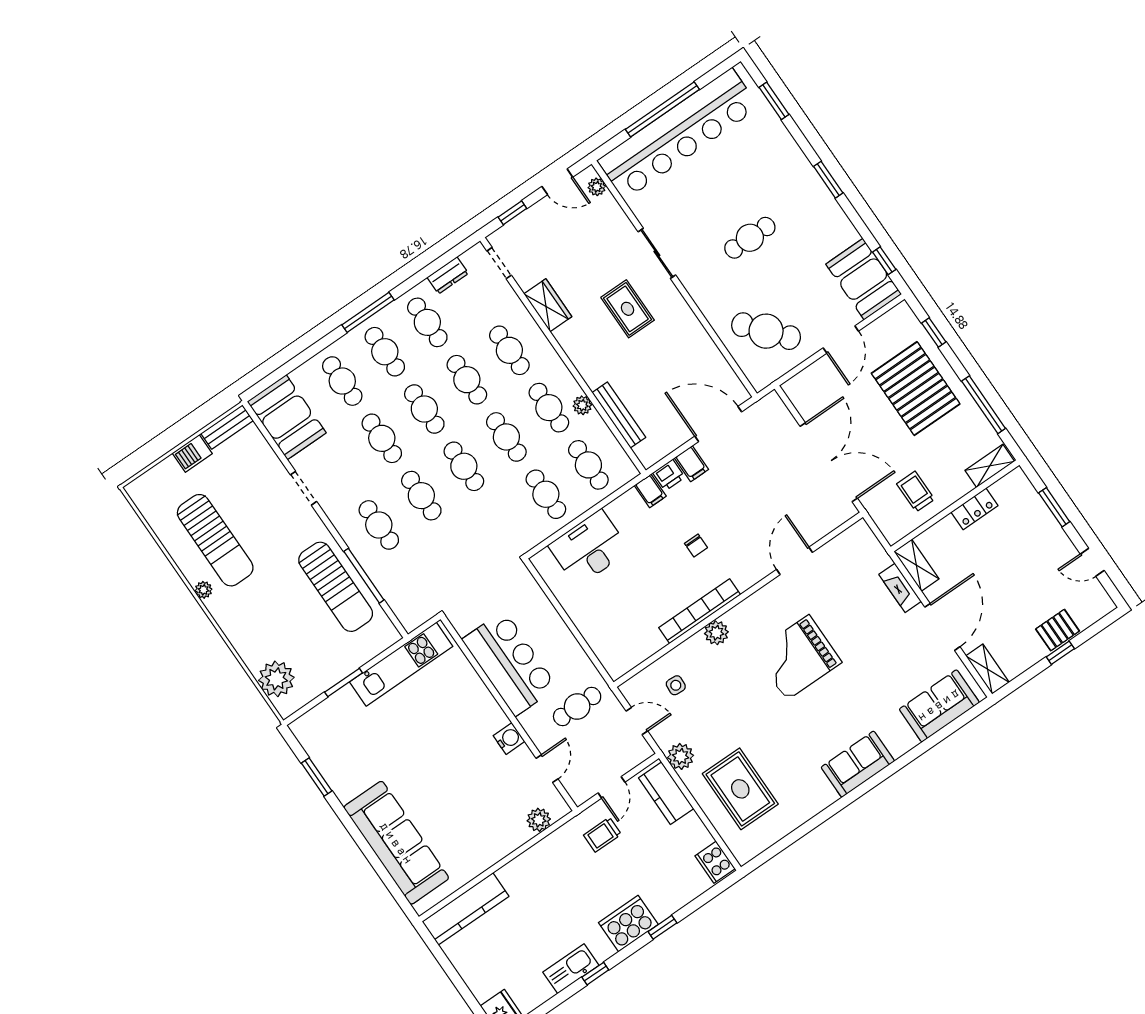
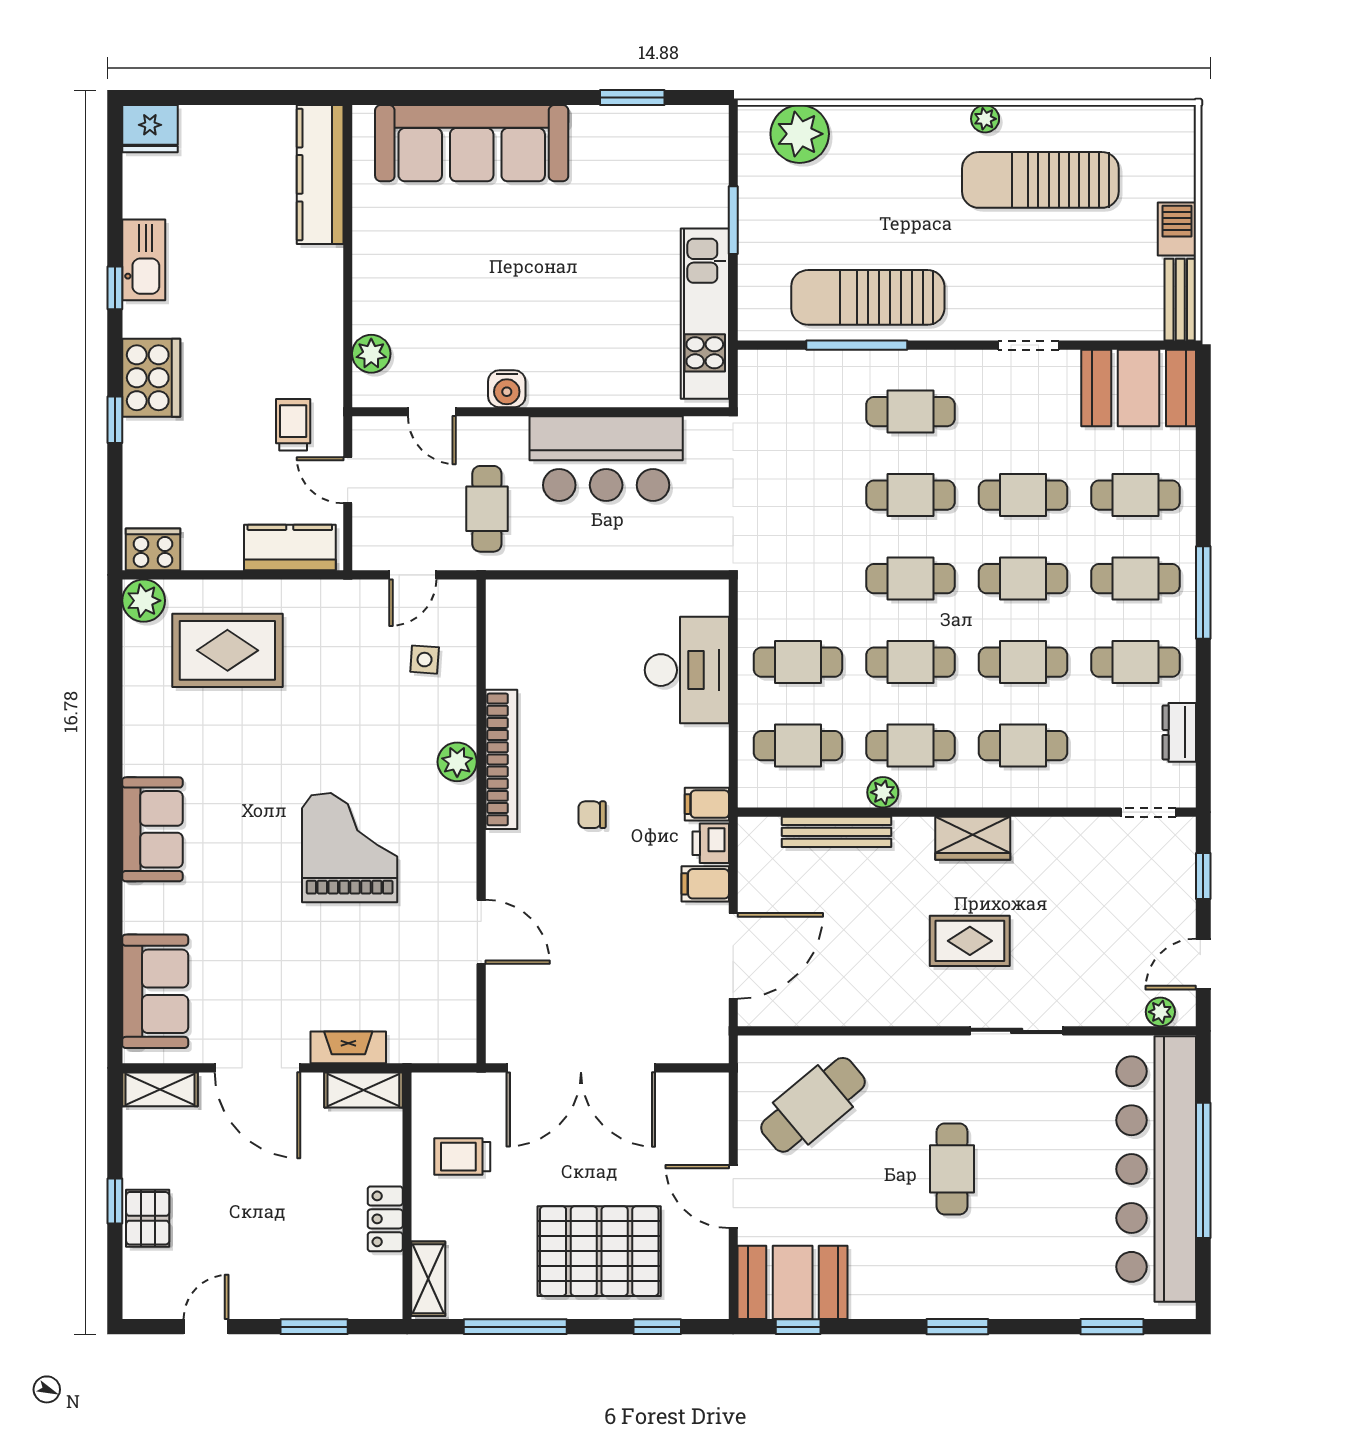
wardrobe: (548, 305) -> (973, 838), moved
trolley: (916, 492) -> (462, 1157), turned 180
plant: (681, 756) -> (144, 601), moved

